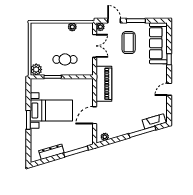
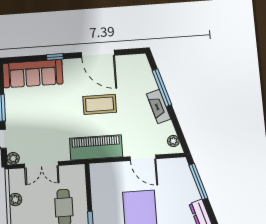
coffee table: (129, 43) -> (100, 104), moved
double door: (95, 46) -> (41, 165), swing flipped
door: (169, 89) -> (98, 54), width x1.88
fireplace: (154, 121) -> (159, 106), moved

